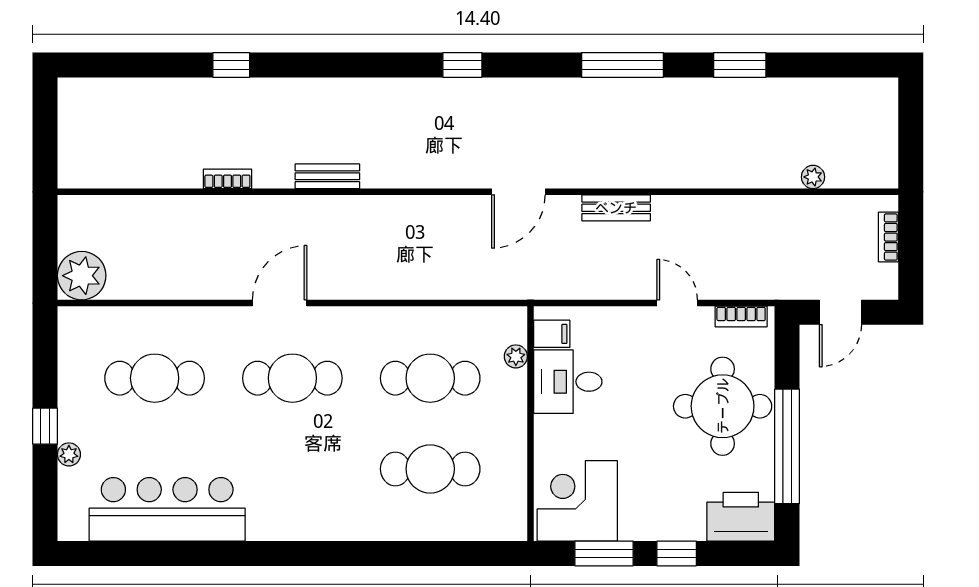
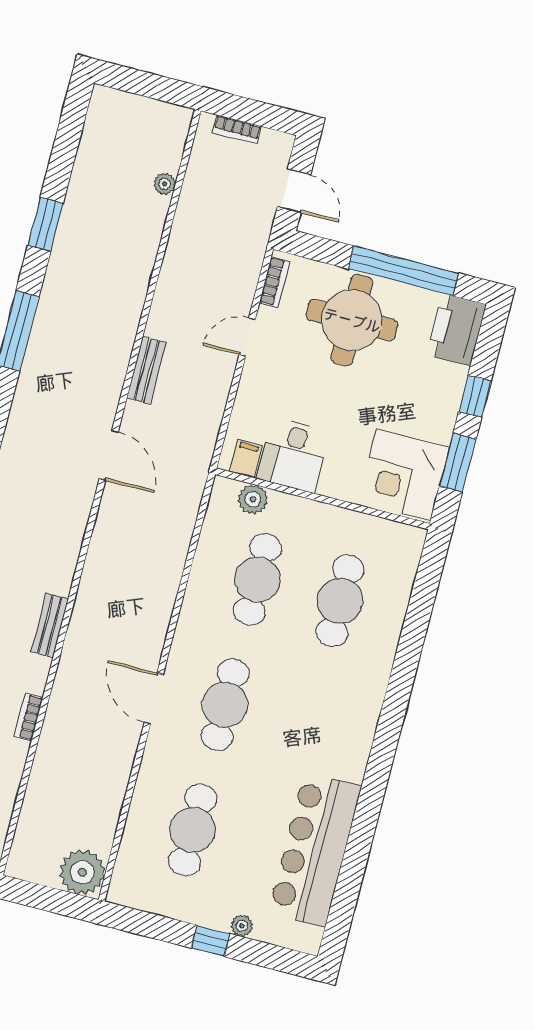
plant: (516, 356) -> (253, 499), width x1.38, depth x1.38

